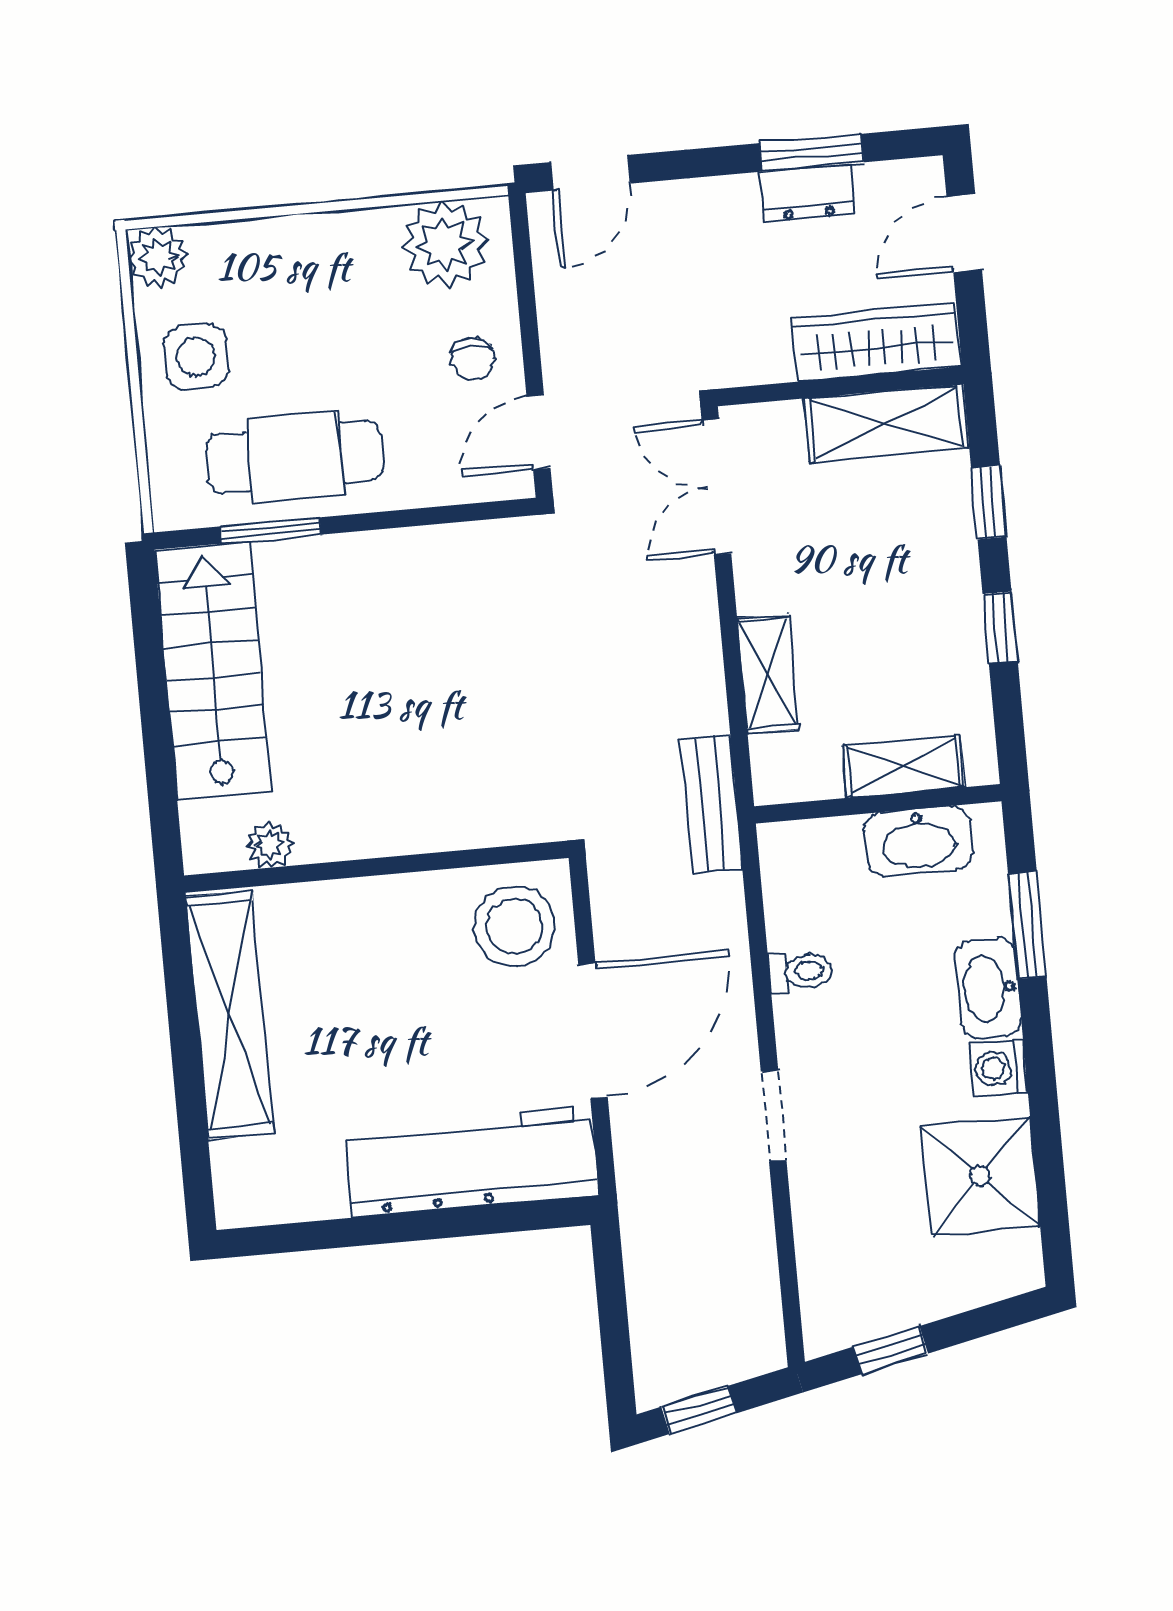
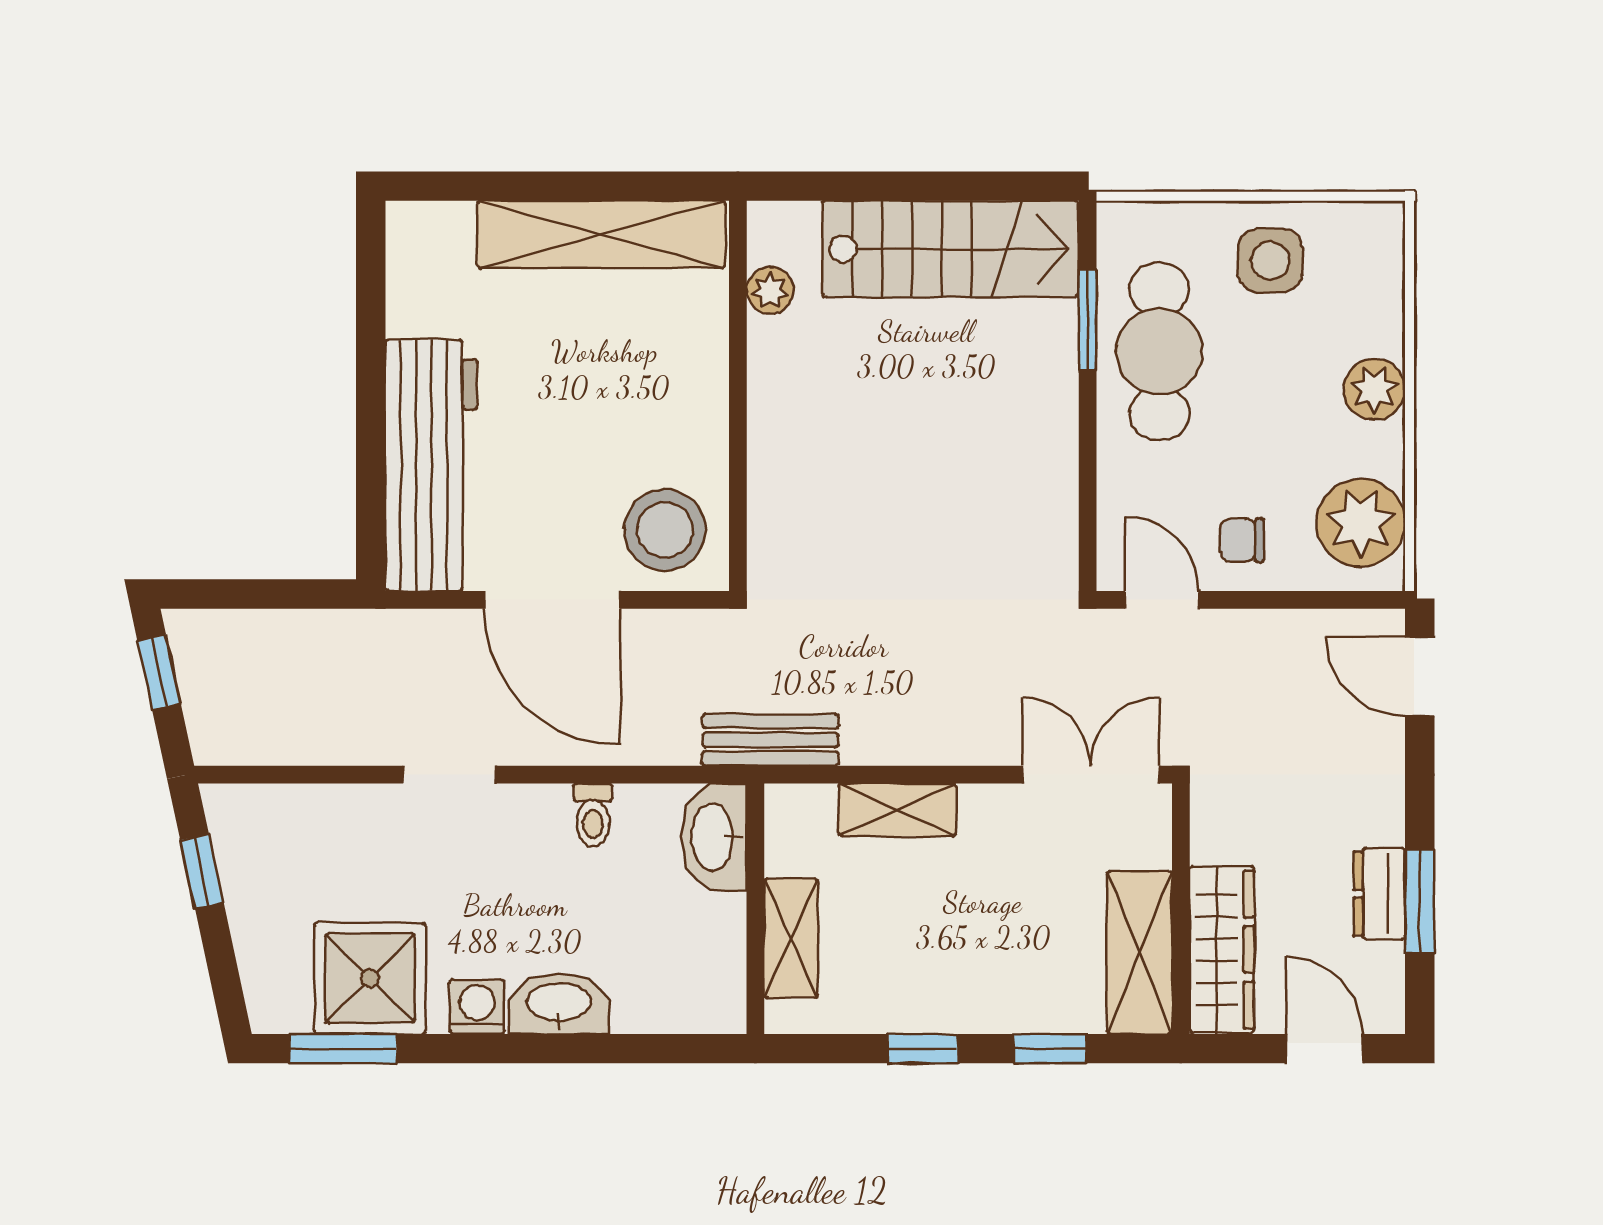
plant: (158, 257) -> (1374, 389), moved
washbasin: (918, 841) -> (714, 837), moved
window: (1027, 925) -> (343, 1049), moved

